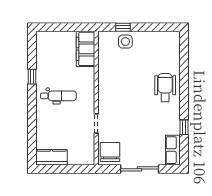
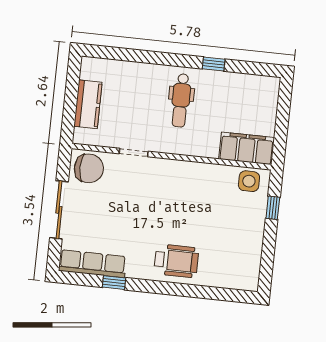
side table: (125, 42) -> (249, 181), moved
row of seats: (173, 150) -> (92, 264), width x1.48
kitchen counter: (51, 157) -> (88, 104), moved

